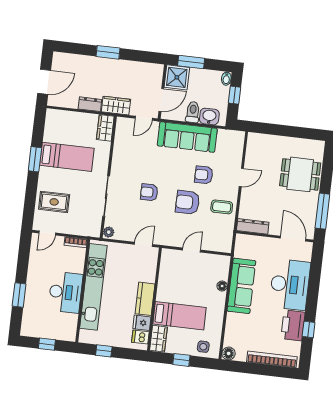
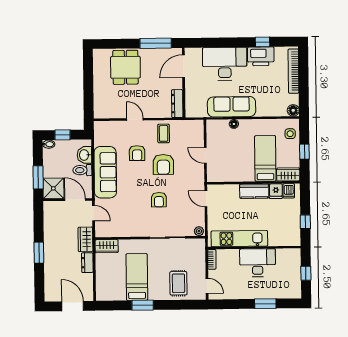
kitchen unit: (93, 287) -> (239, 239), width x0.73

